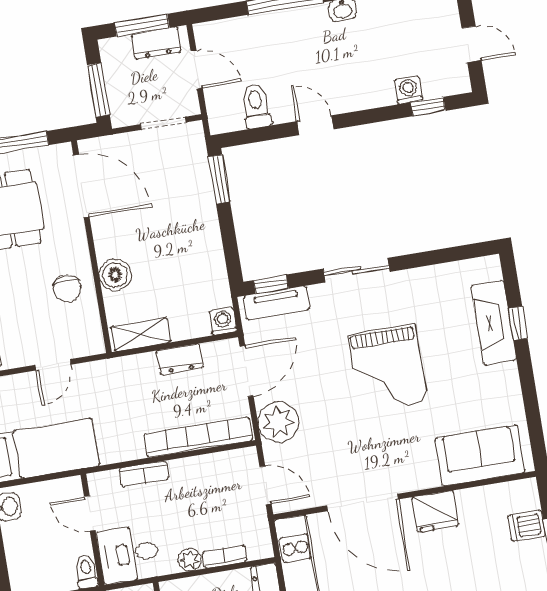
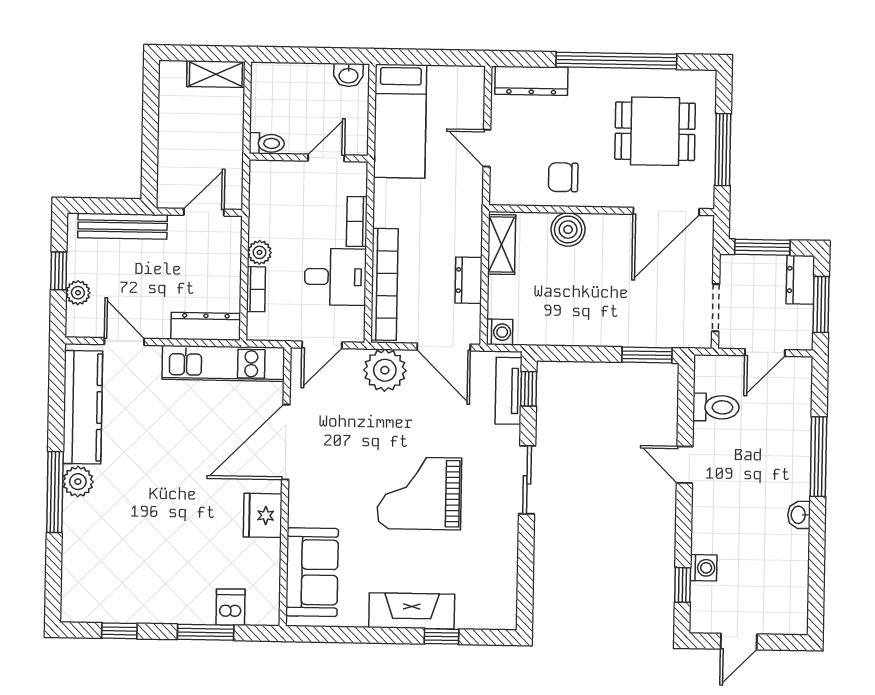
dresser: (156, 43) -> (800, 280), moved
door: (315, 125) -> (685, 465), swing flipped
fireplace: (494, 323) -> (412, 611), moved
desk: (129, 554) -> (335, 277), moved, turned 90

